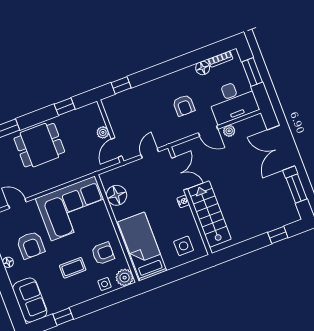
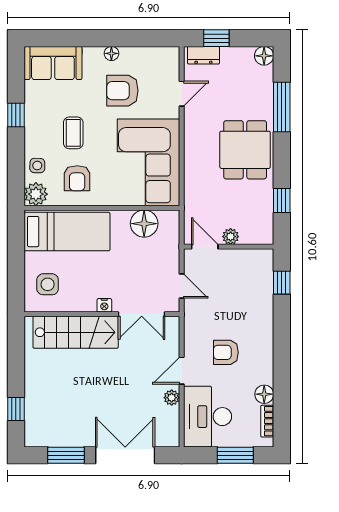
window: (63, 317) -> (16, 115), moved

